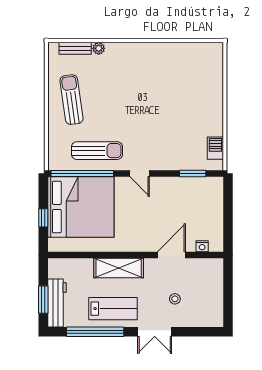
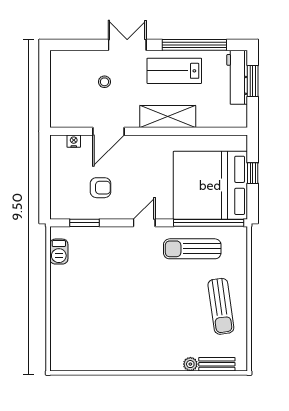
door: (140, 174) -> (144, 223), hinge flipped
armchair: (178, 205) -> (100, 188), added

